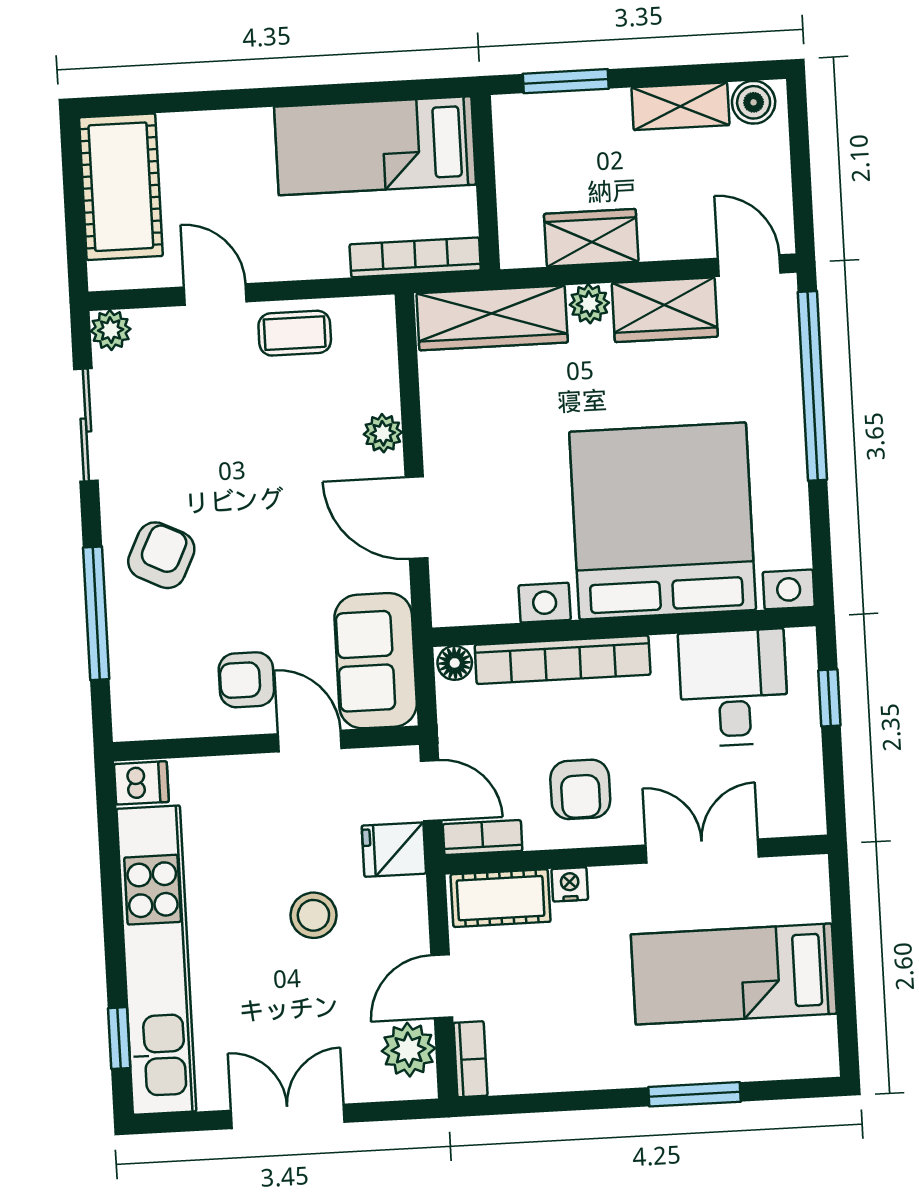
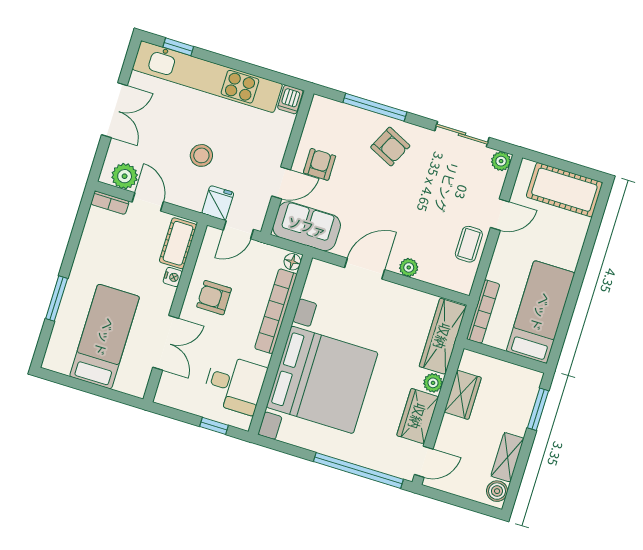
bookcase: (483, 838) -> (208, 245), removed

